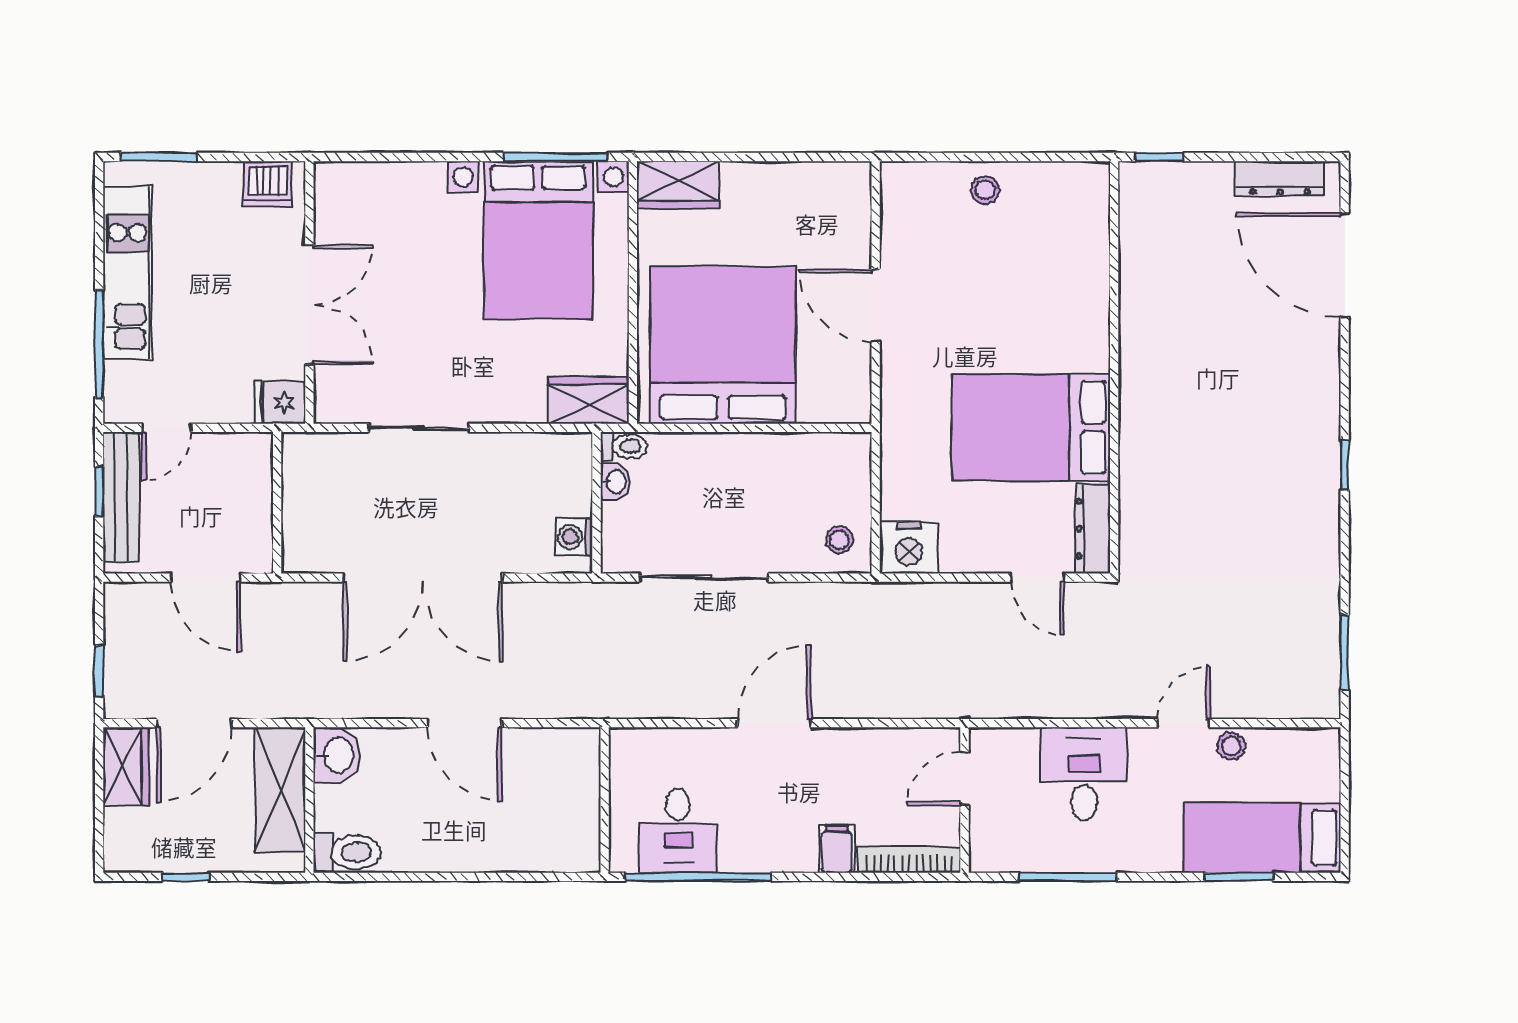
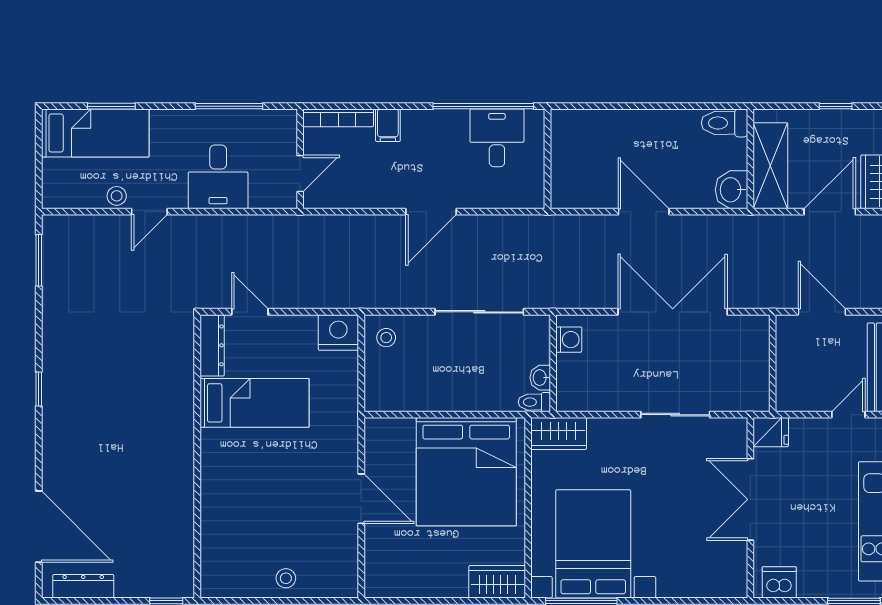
bed: (1031, 427) -> (254, 403), width x0.67

